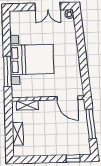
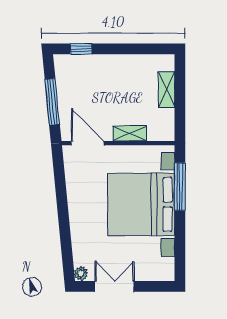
bed with nightstands: (32, 60) -> (141, 204), width x1.36
shelving: (27, 105) -> (130, 133), moved

